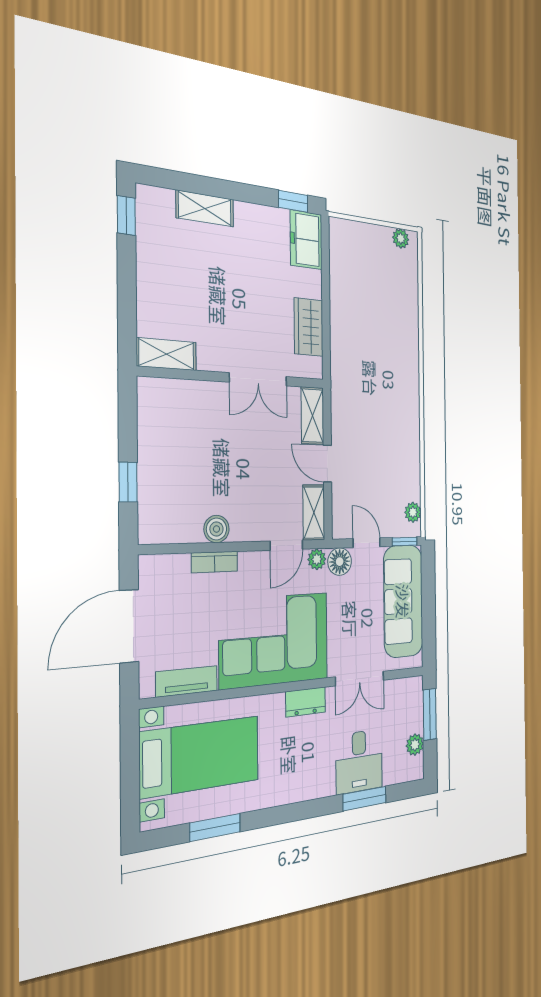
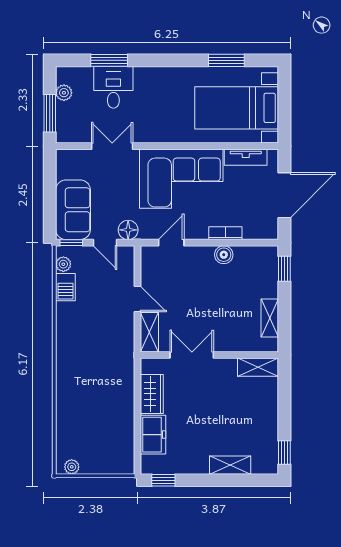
freezer: (306, 240) -> (153, 435), moved
barbecue: (410, 481) -> (65, 287), added
window: (128, 482) -> (284, 269), moved
shelving: (314, 512) -> (270, 318), moved
plant: (317, 559) -> (147, 232), removed
sofa: (403, 601) -> (73, 210), width x0.73
dresser: (306, 702) -> (157, 134), removed

